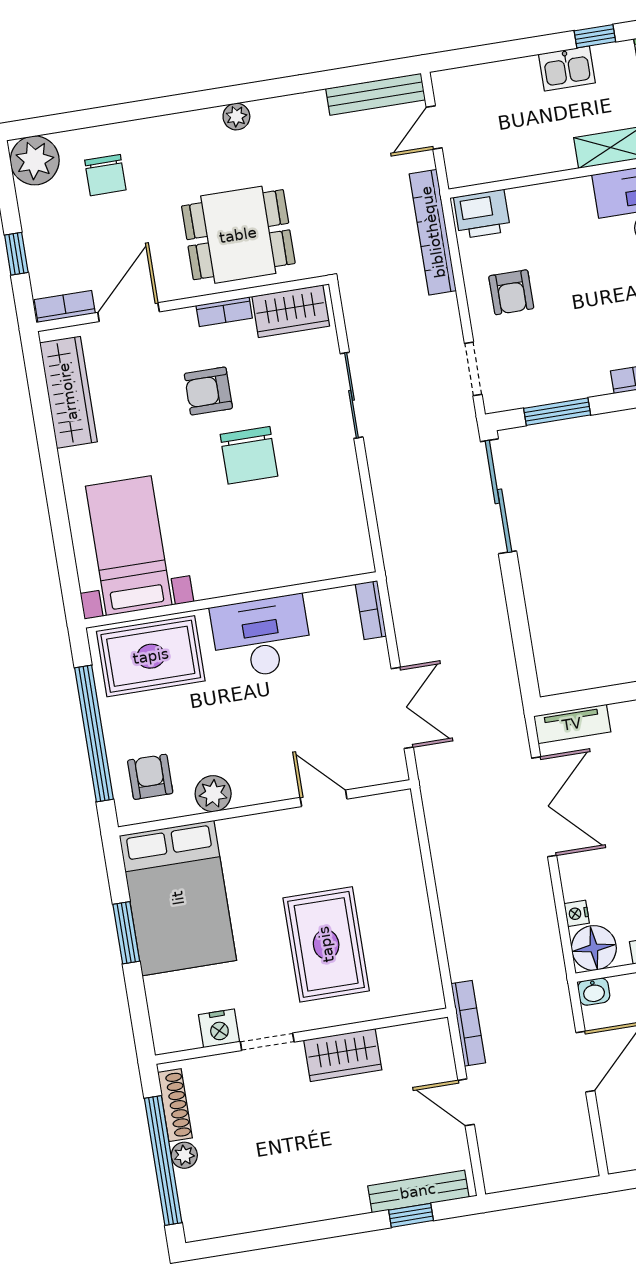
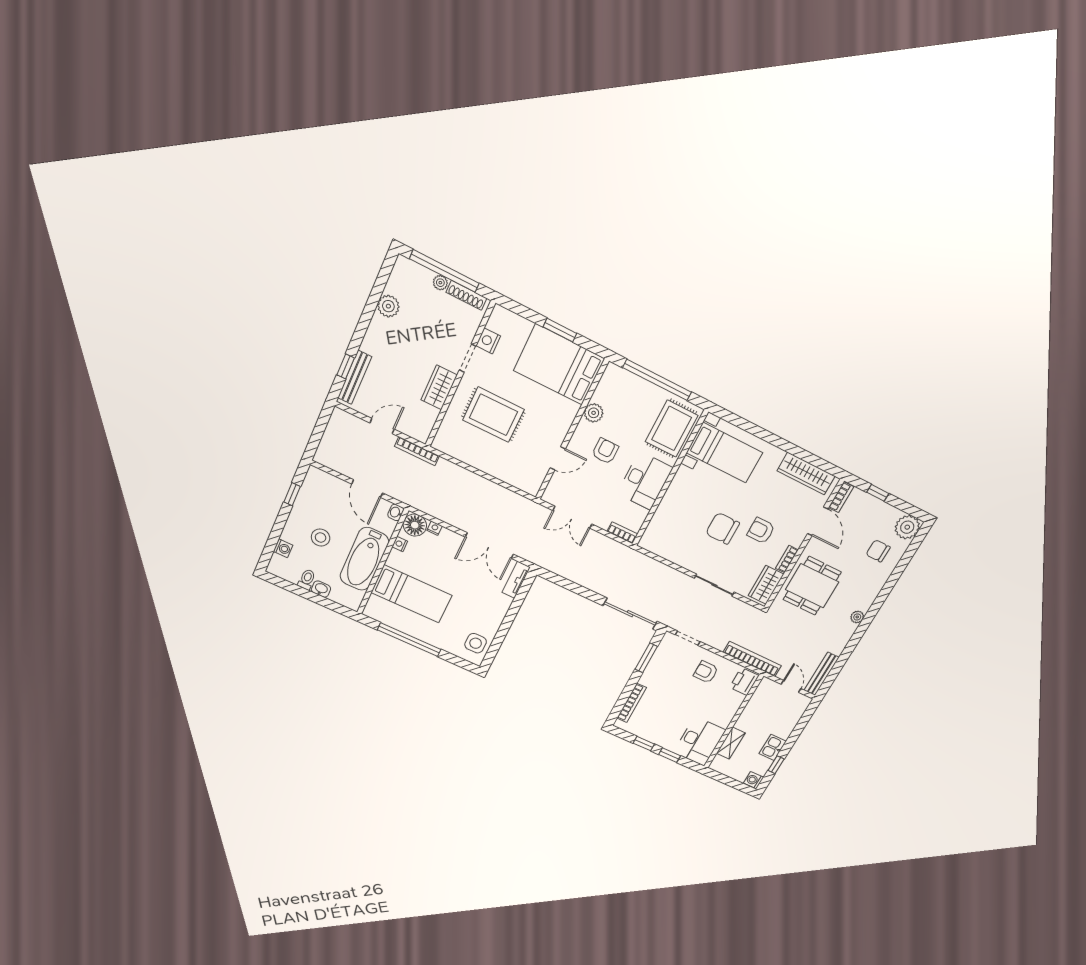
armchair: (208, 391) -> (761, 530), turned -90
armchair: (150, 777) -> (605, 451), moved, turned -90
plant: (274, 1209) -> (388, 306), added

